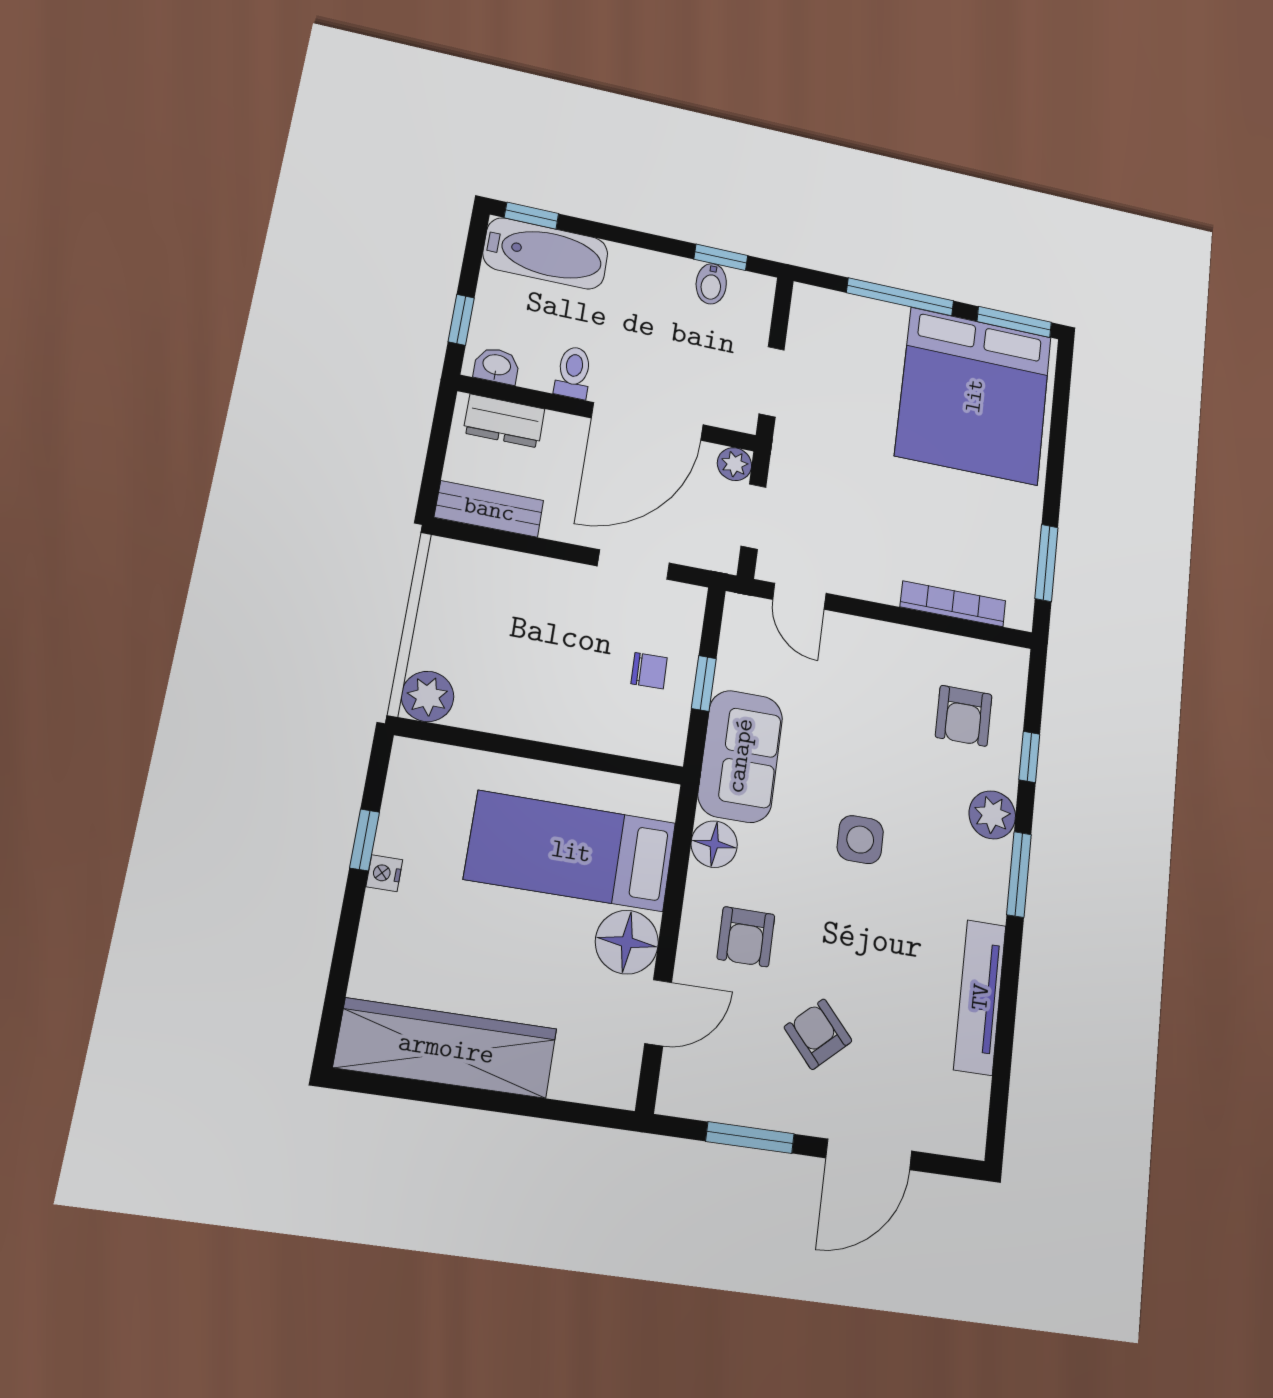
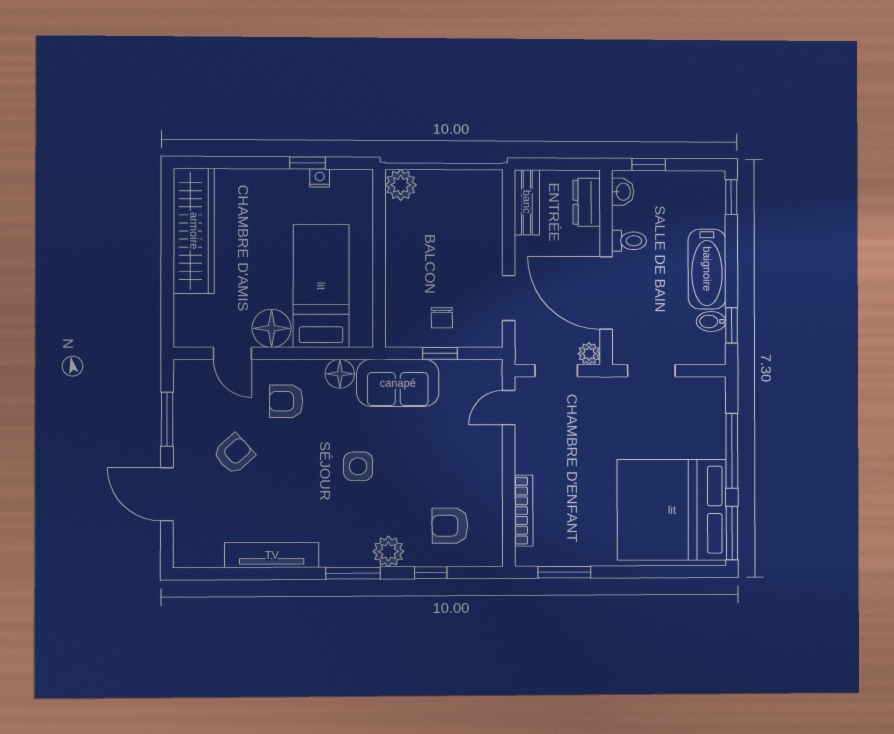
bathtub: (546, 253) -> (707, 269), moved
nightstand: (384, 873) -> (320, 178), moved

